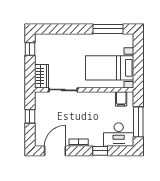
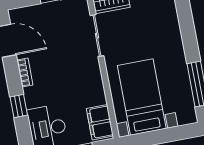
filing cabinet: (121, 99) -> (100, 122), width x2.00

